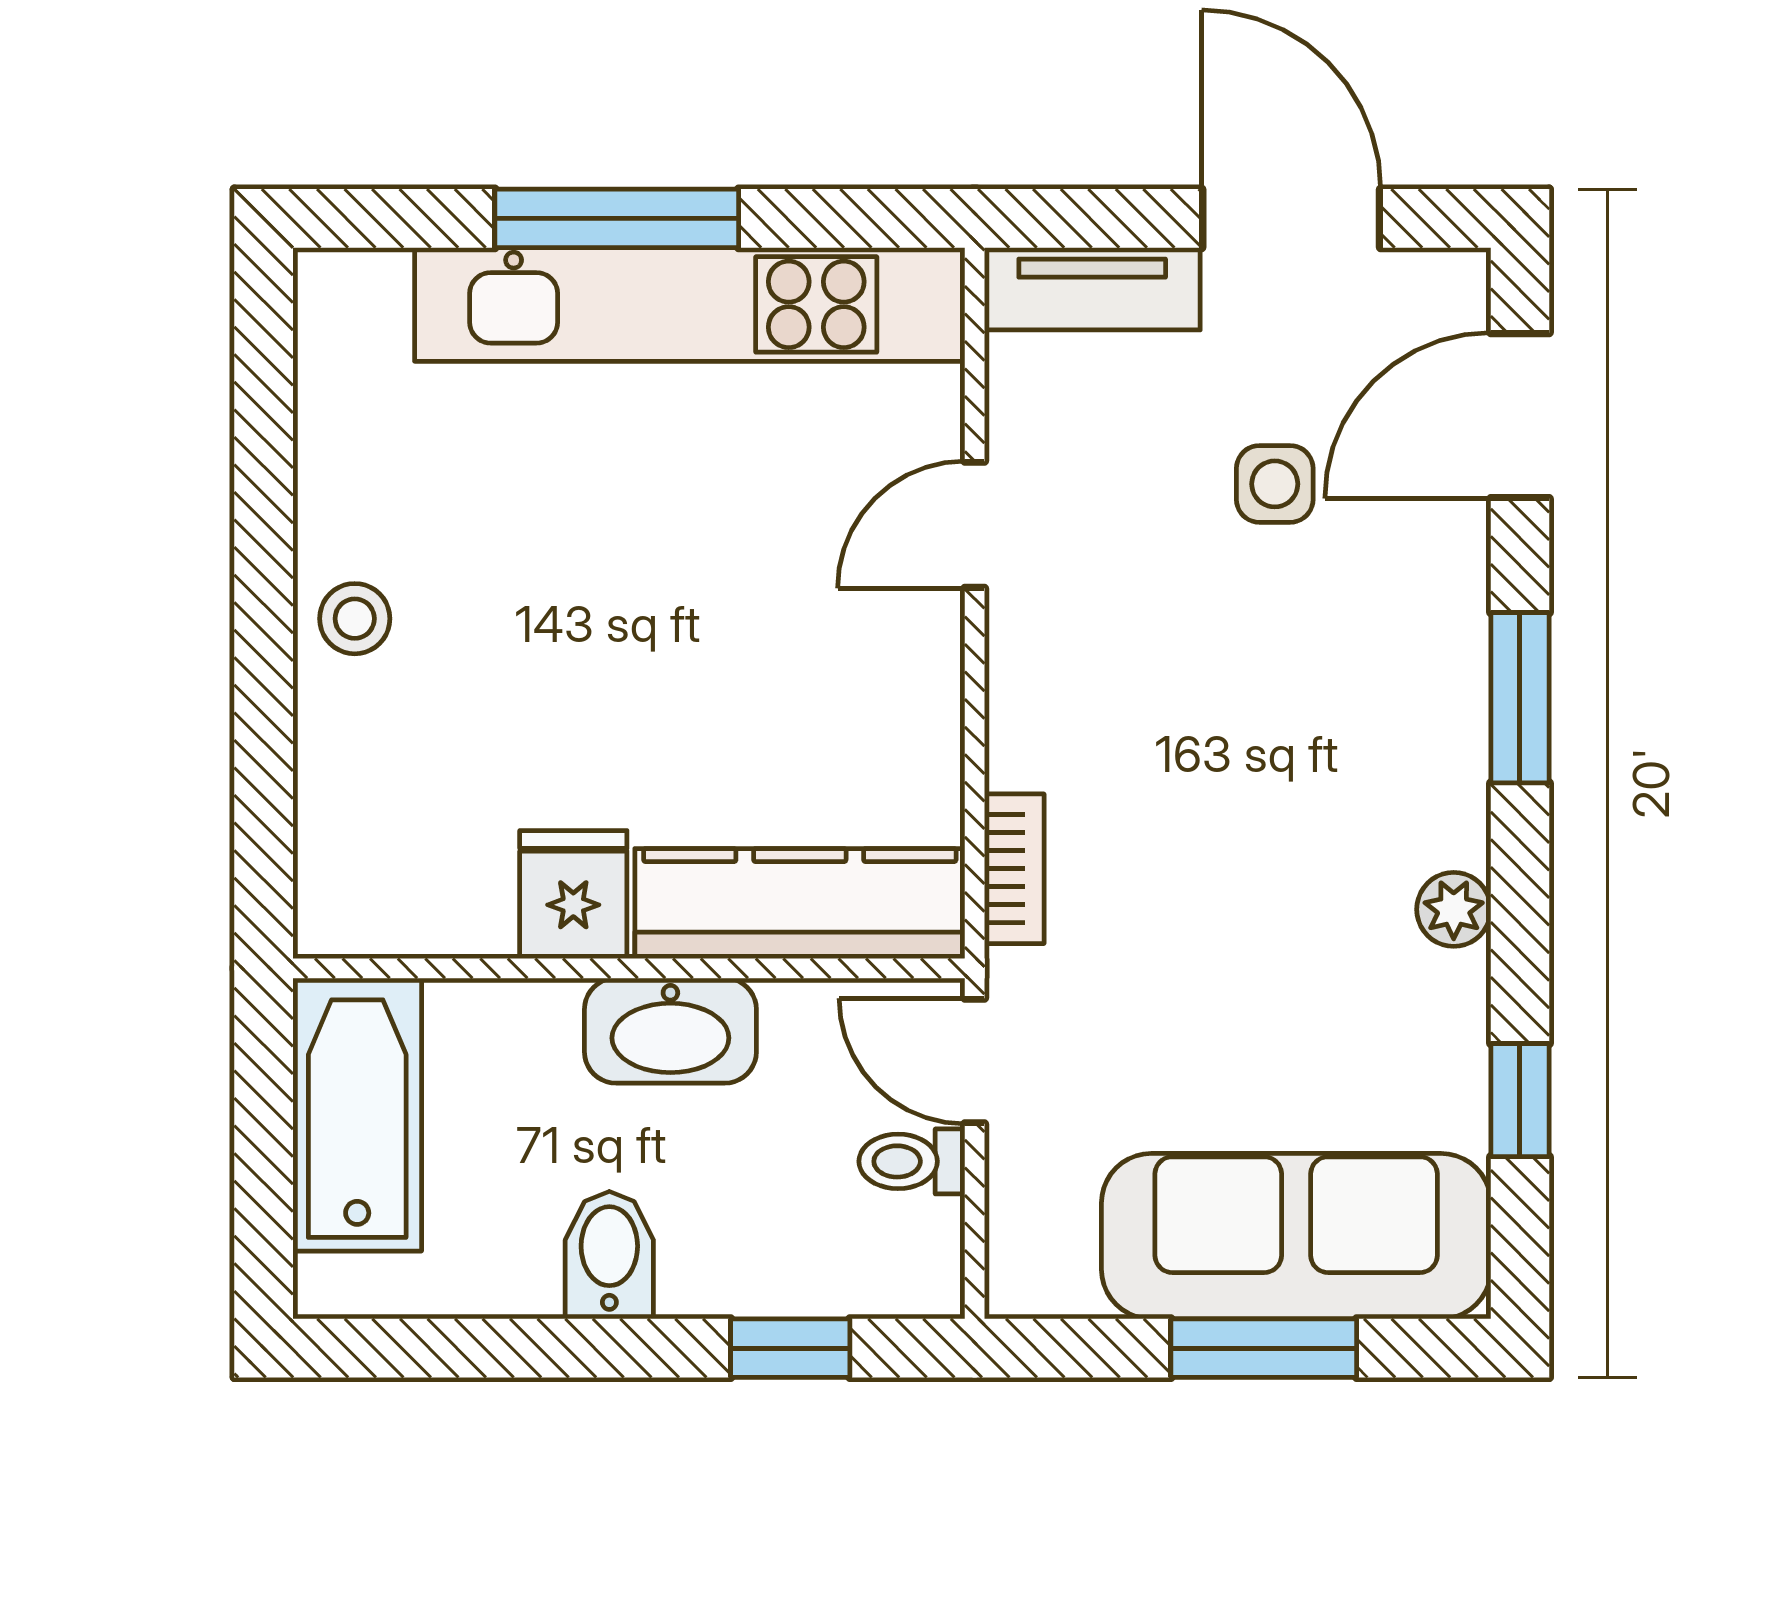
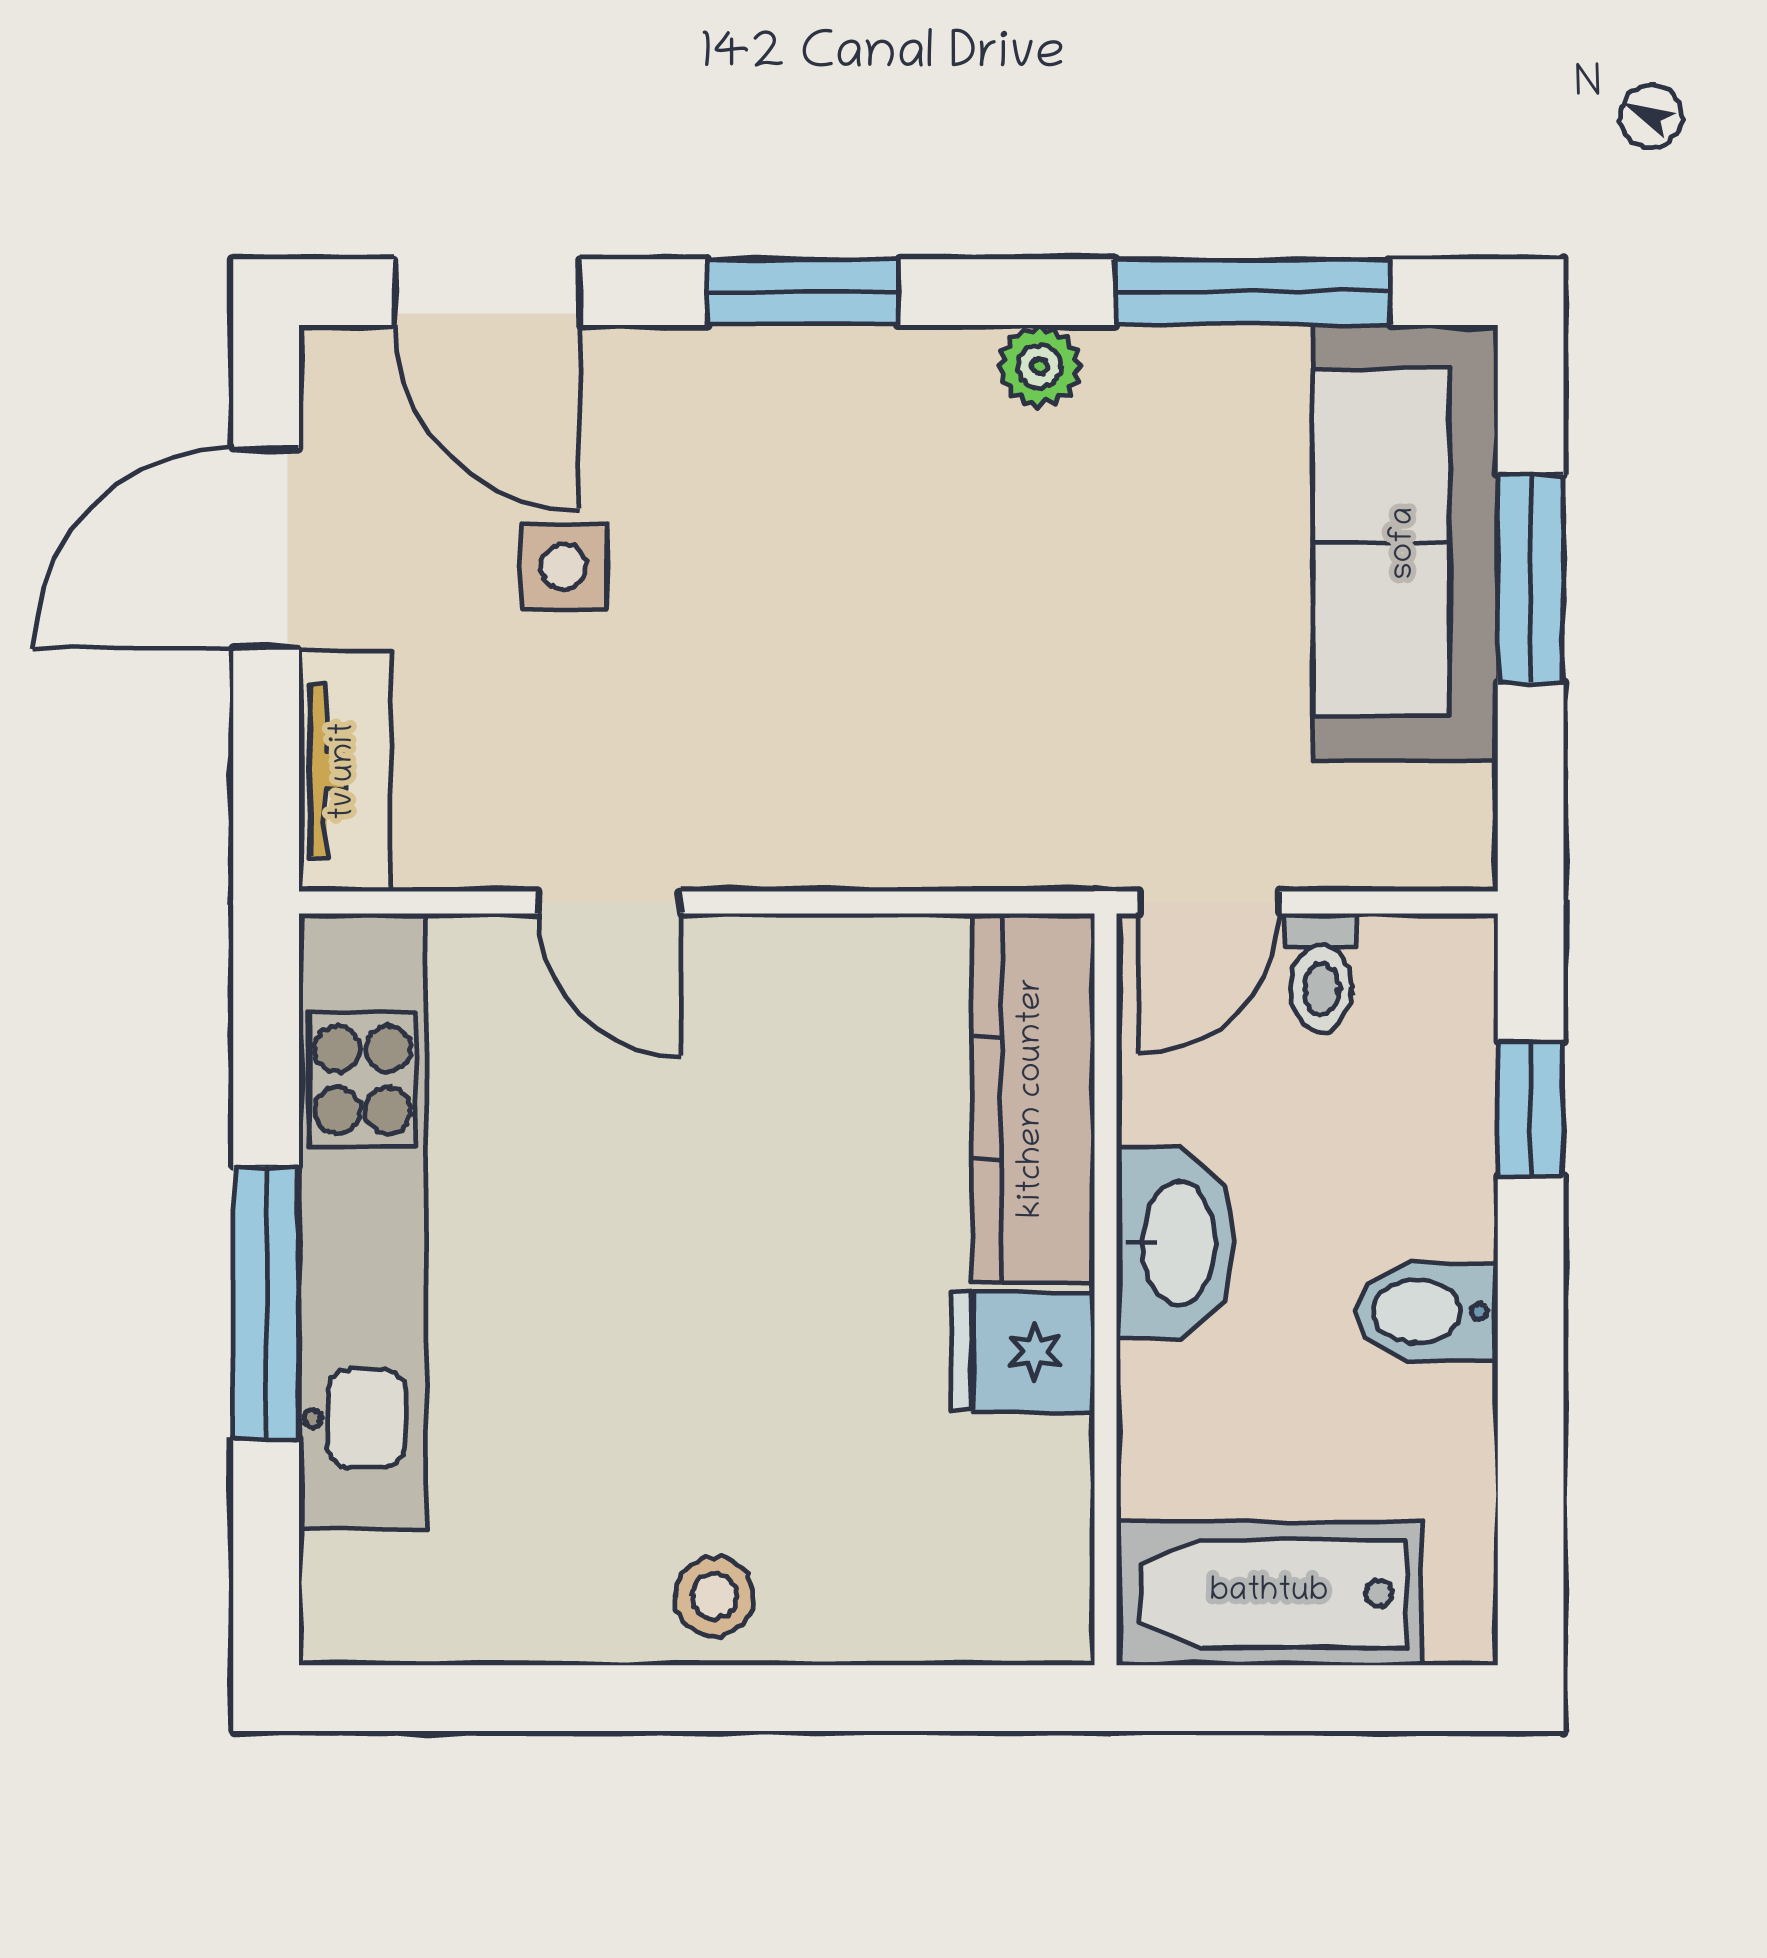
bookcase: (1014, 869) -> (994, 858), removed
window: (1520, 1100) -> (1253, 292), width x2.17

